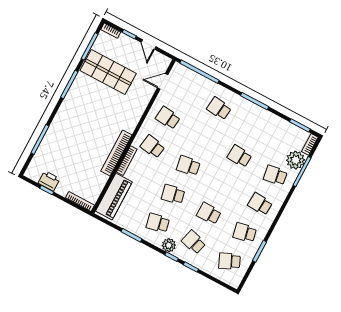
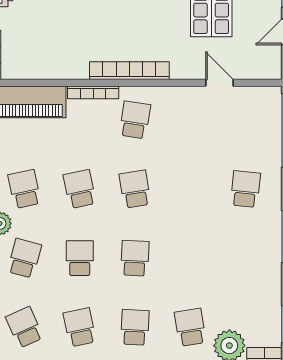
door: (163, 81) -> (219, 83), moved
school desk: (168, 118) -> (190, 120), removed
bookcase: (116, 153) -> (129, 71), moved
school desk: (239, 156) -> (135, 258), moved

